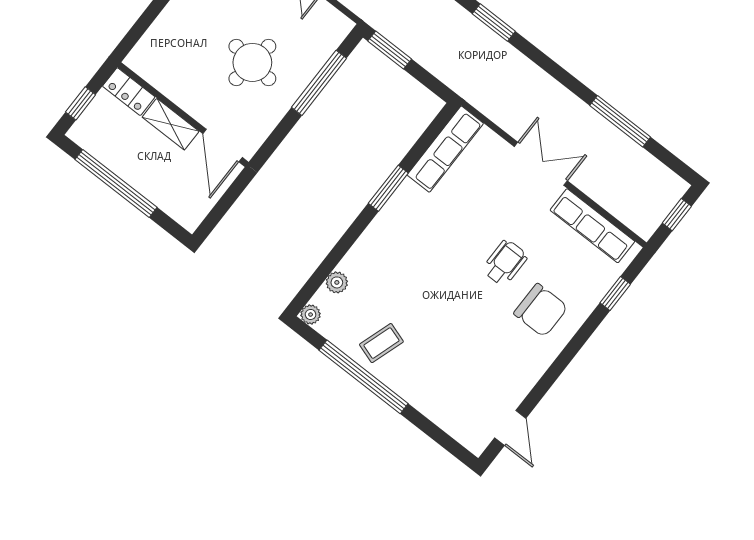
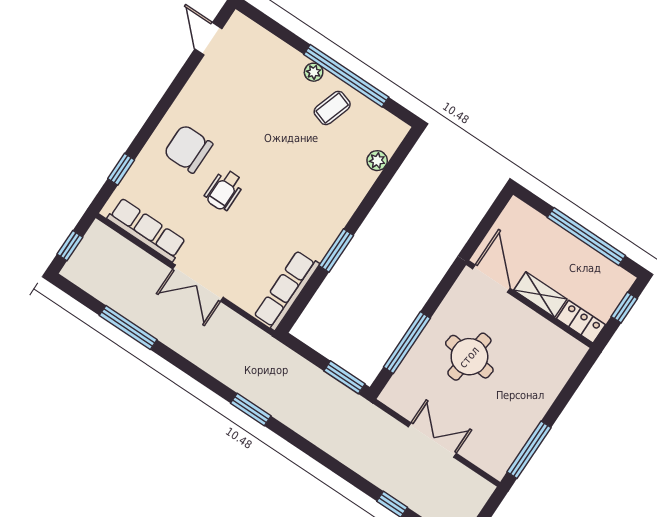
plant: (311, 315) -> (314, 72), moved

